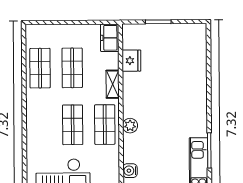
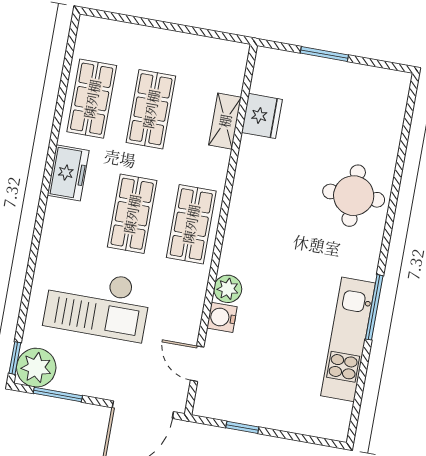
freezer: (110, 38) -> (68, 173), moved, turned 180
shelving: (113, 84) -> (225, 121), moved
round table: (188, 94) -> (354, 196), added
plant: (130, 126) -> (228, 289), moved

